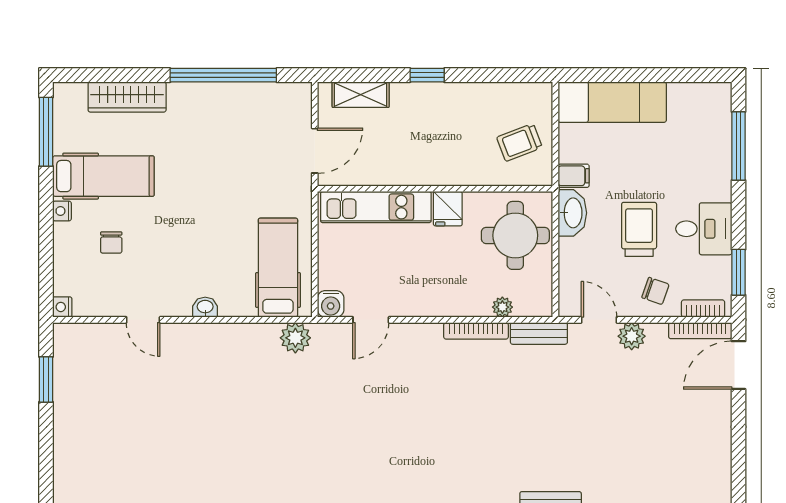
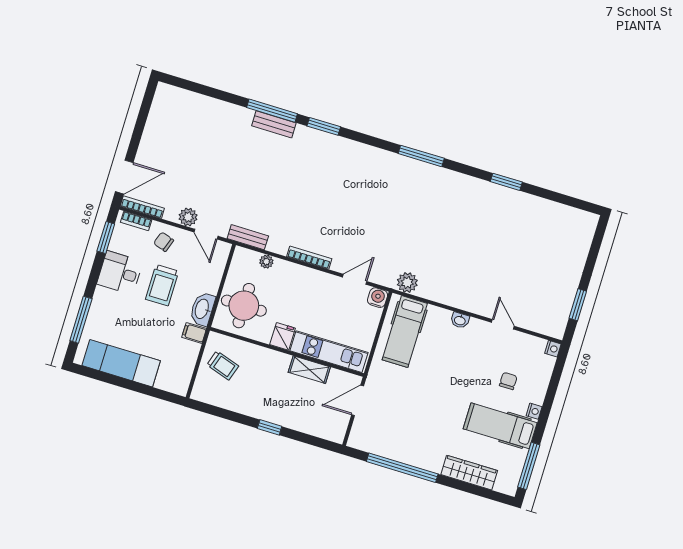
shelving: (361, 95) -> (309, 370), moved
exam couch: (612, 102) -> (121, 363), moved
trolley: (520, 142) -> (223, 365), turned 39
bookcase: (476, 331) -> (309, 258), moved

